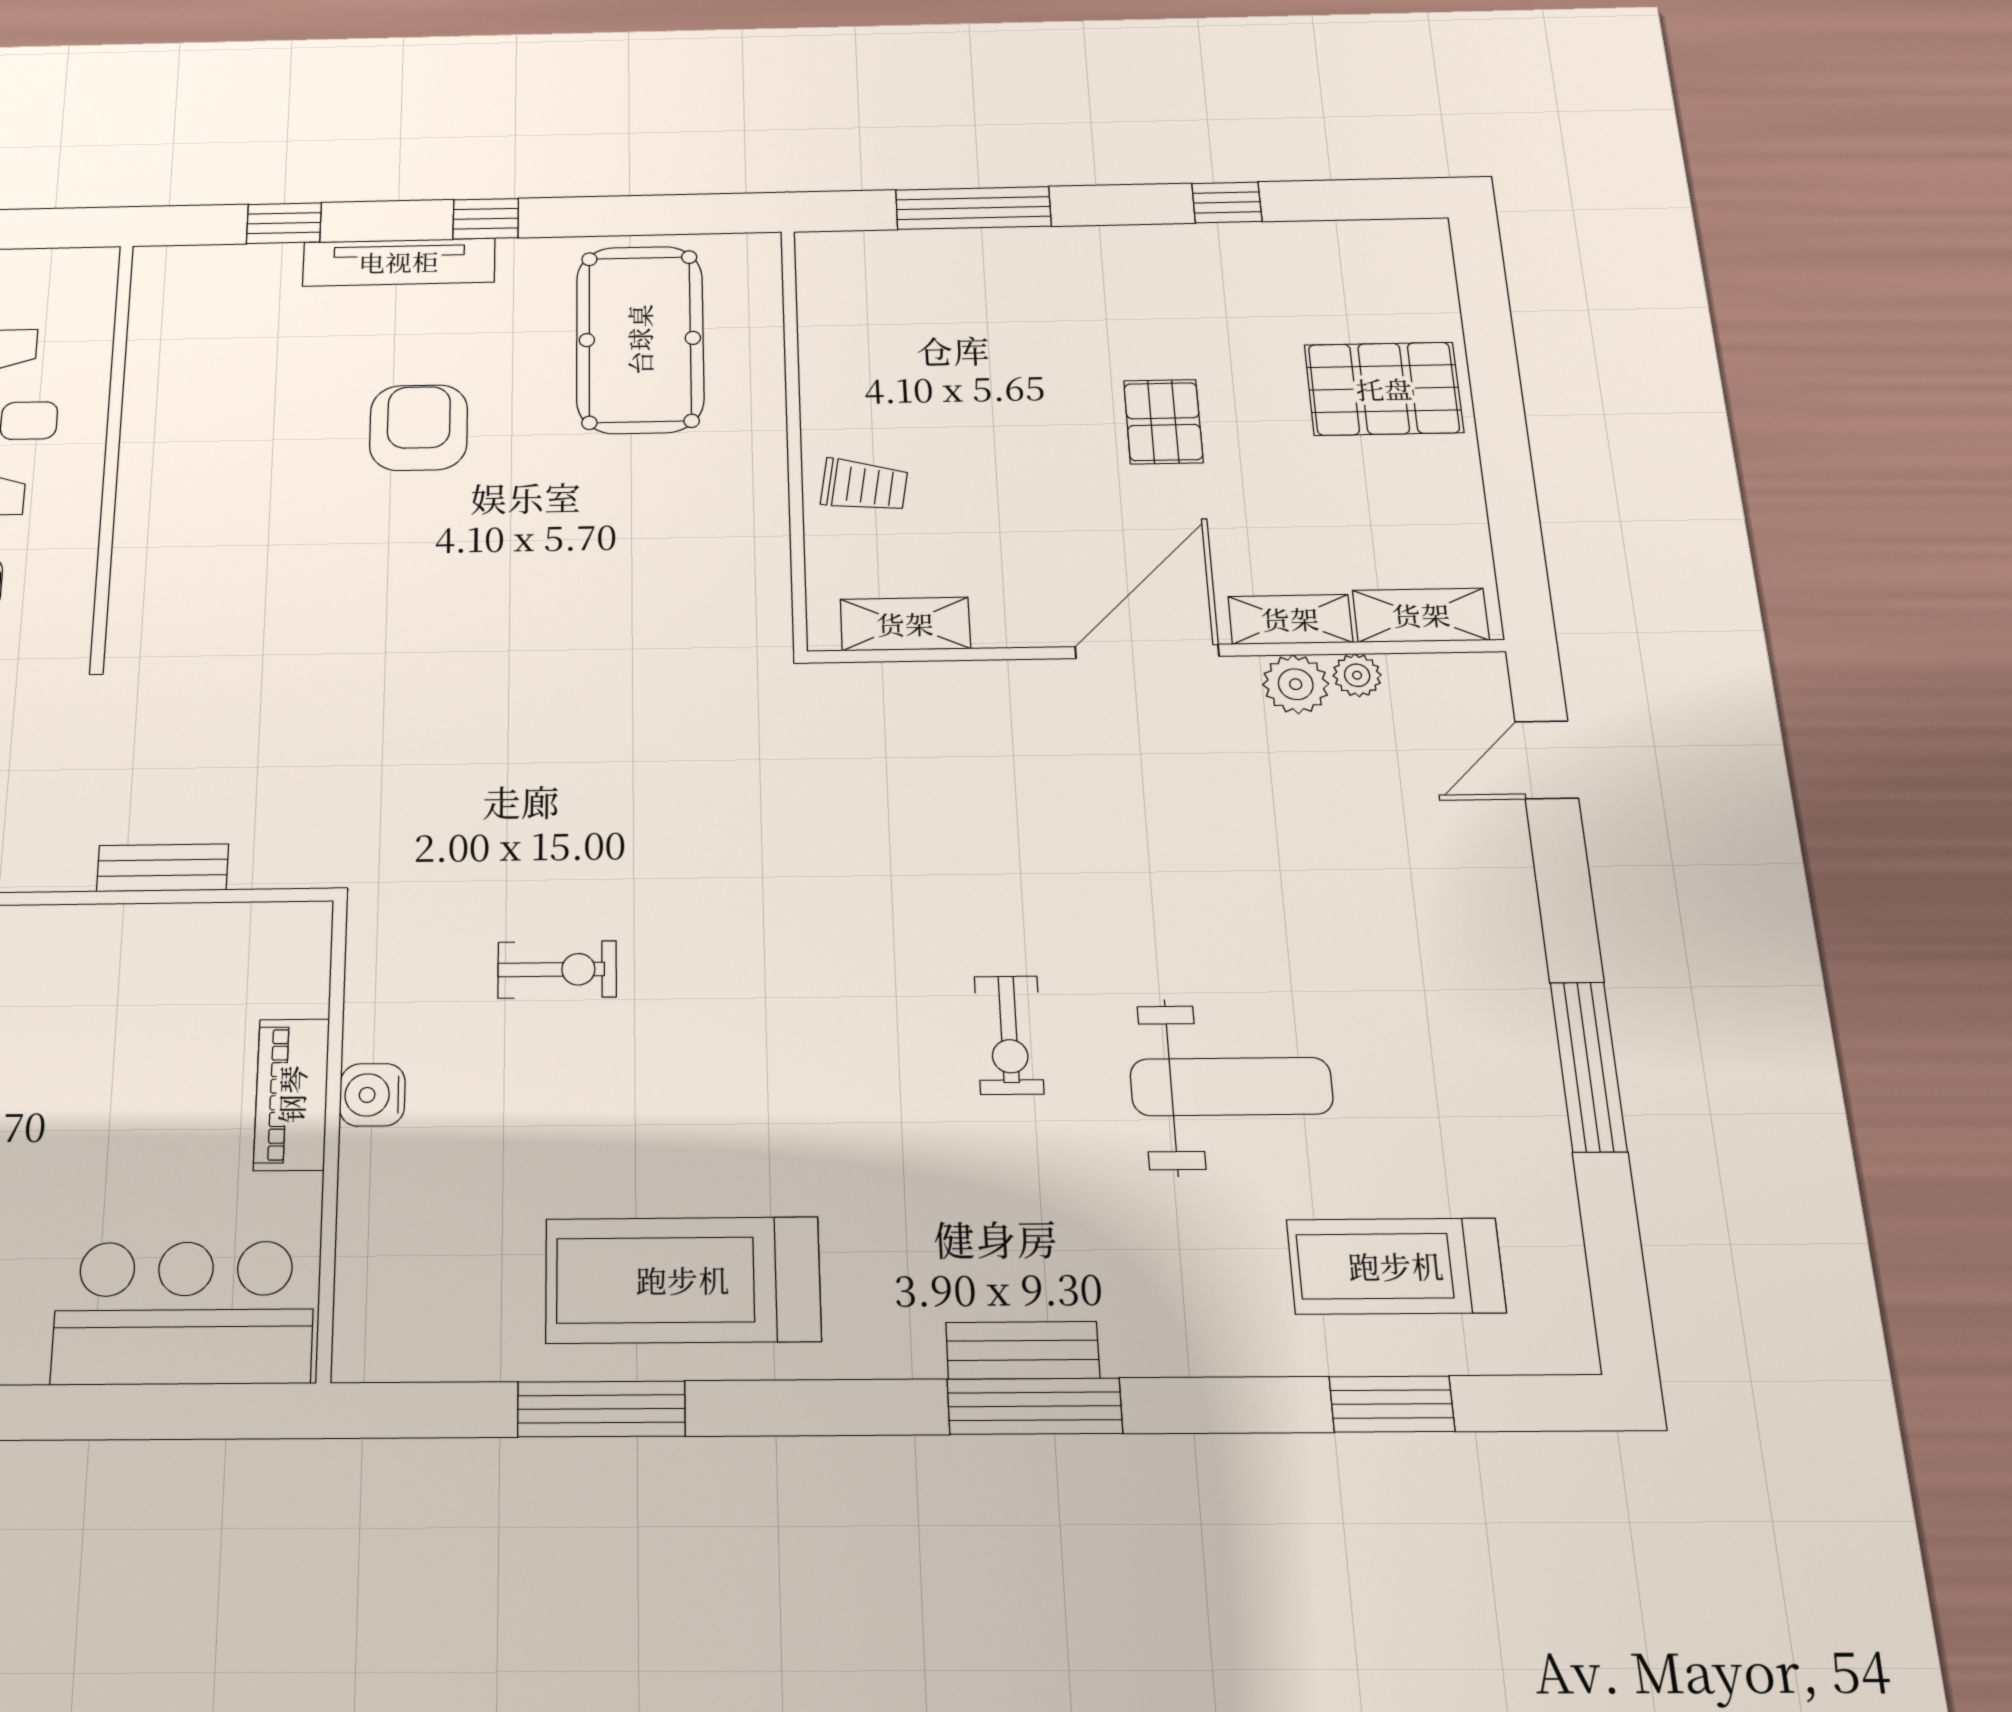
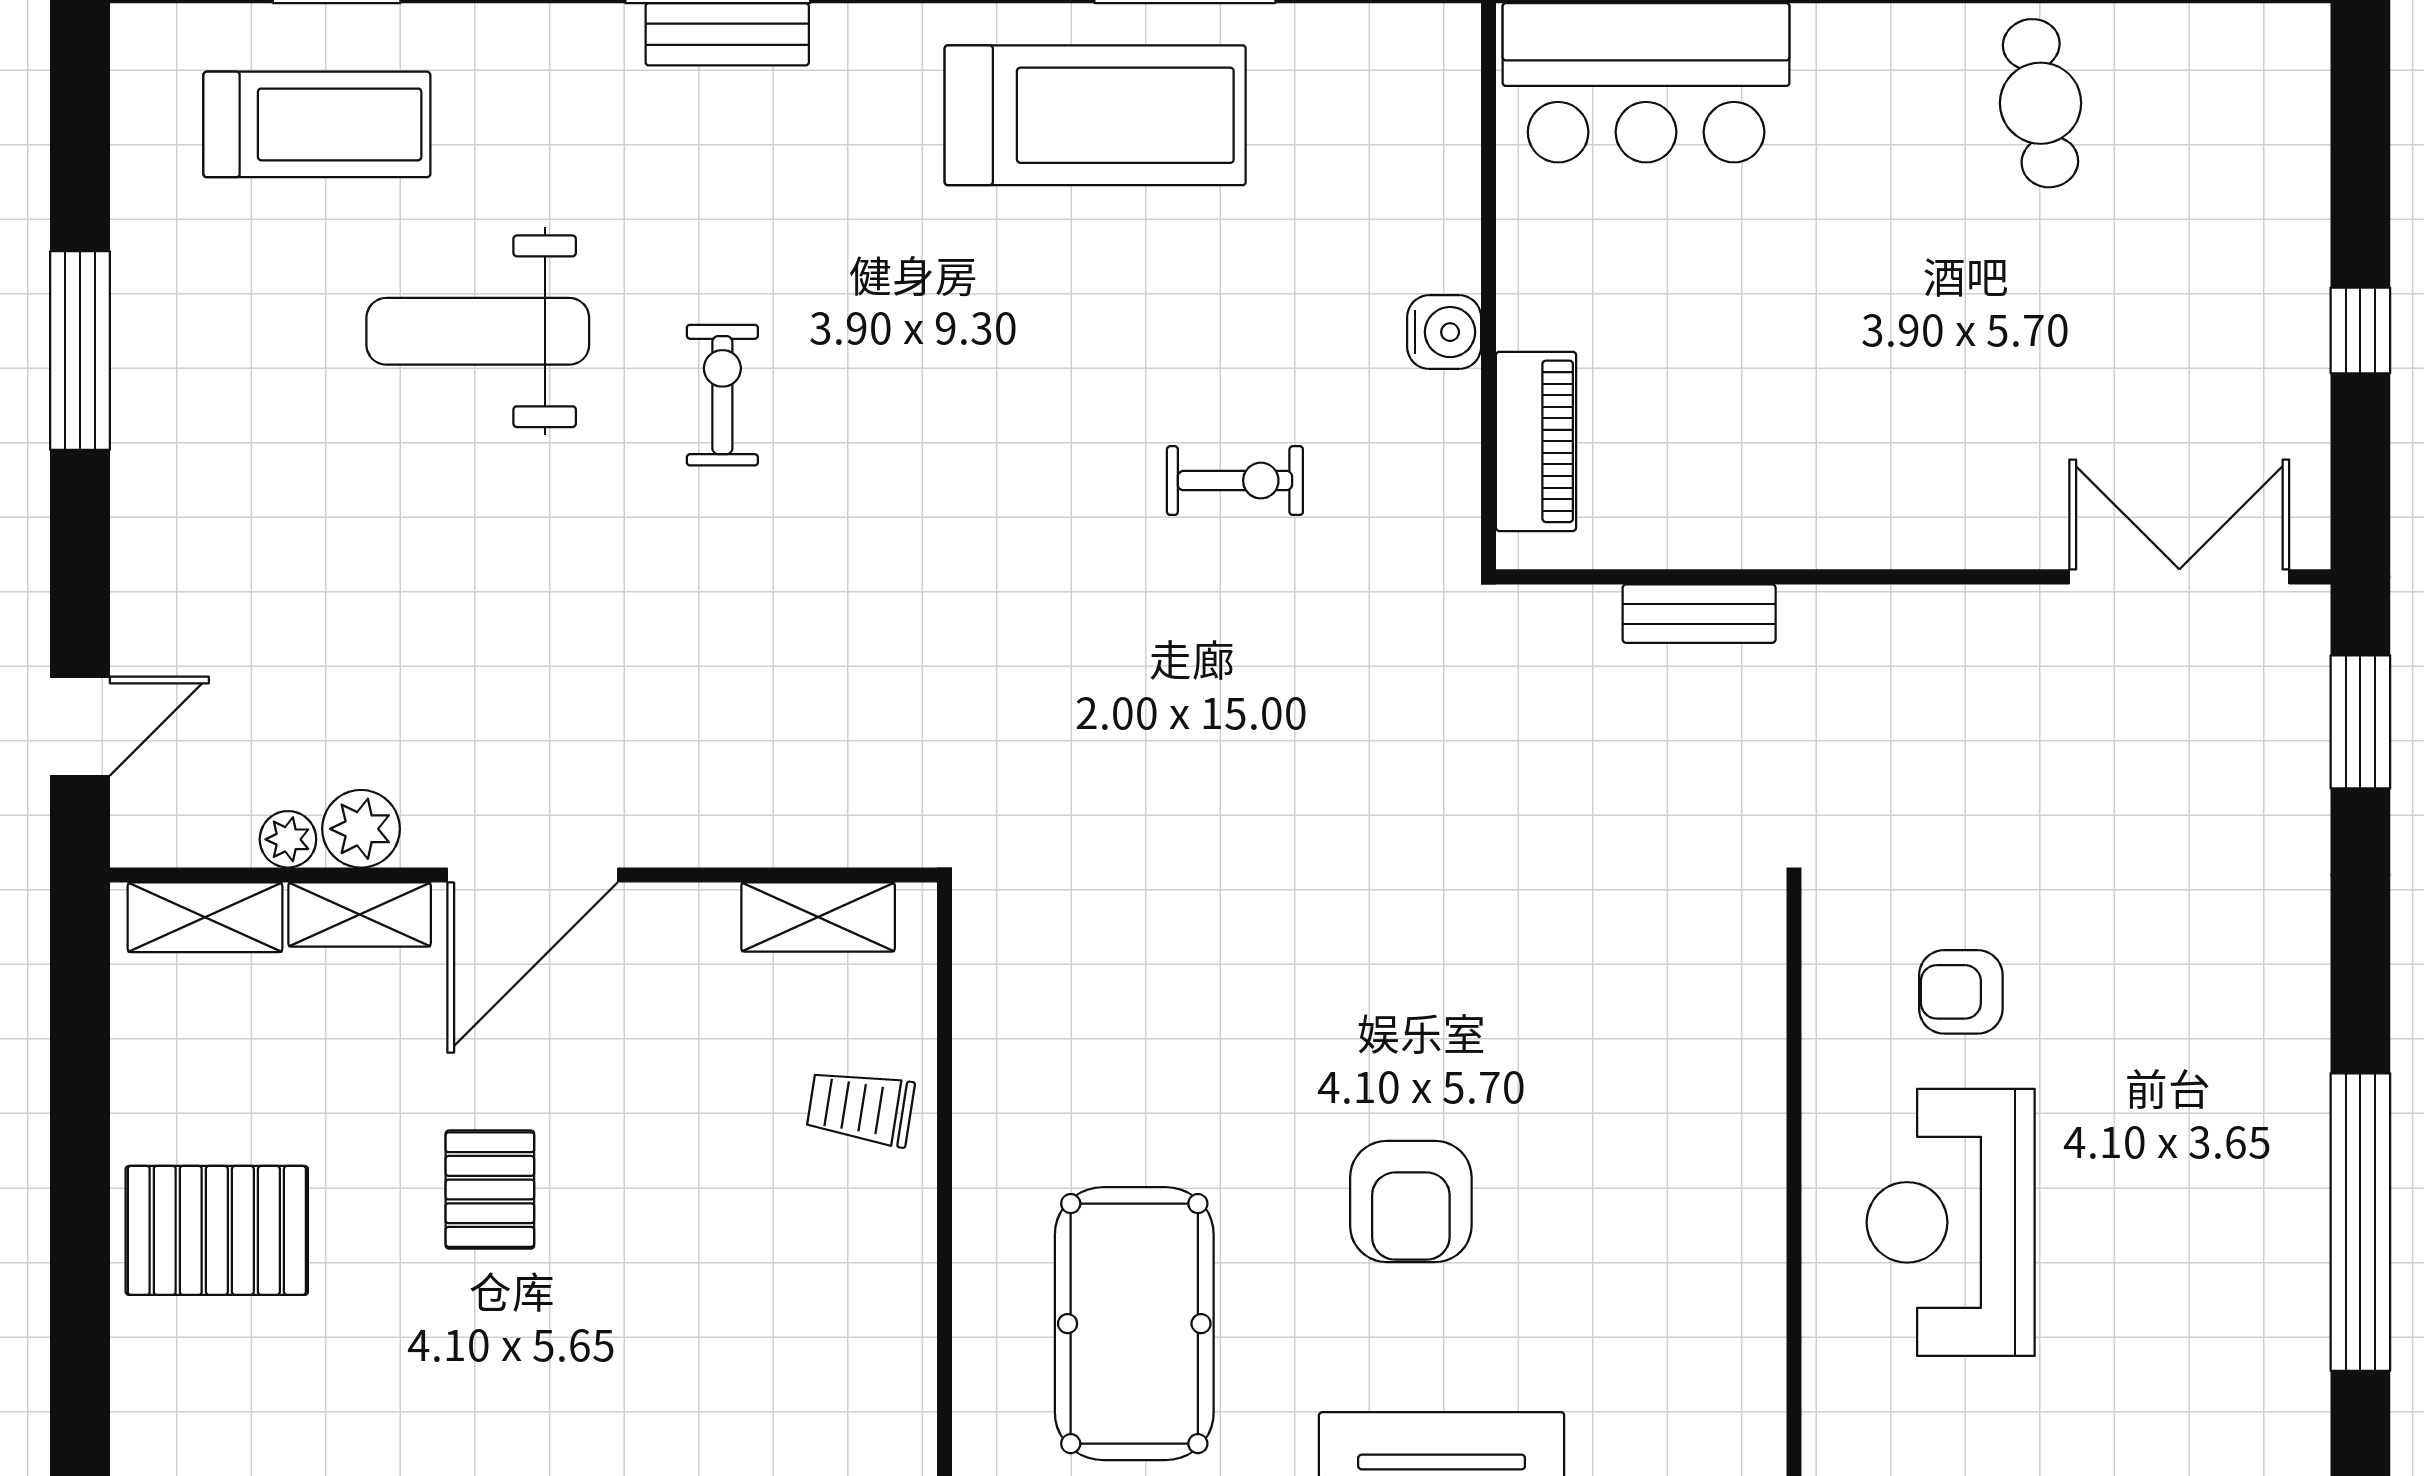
exercise bike: (557, 970) -> (1235, 481), turned 180
piano: (292, 1094) -> (1536, 441), moved

